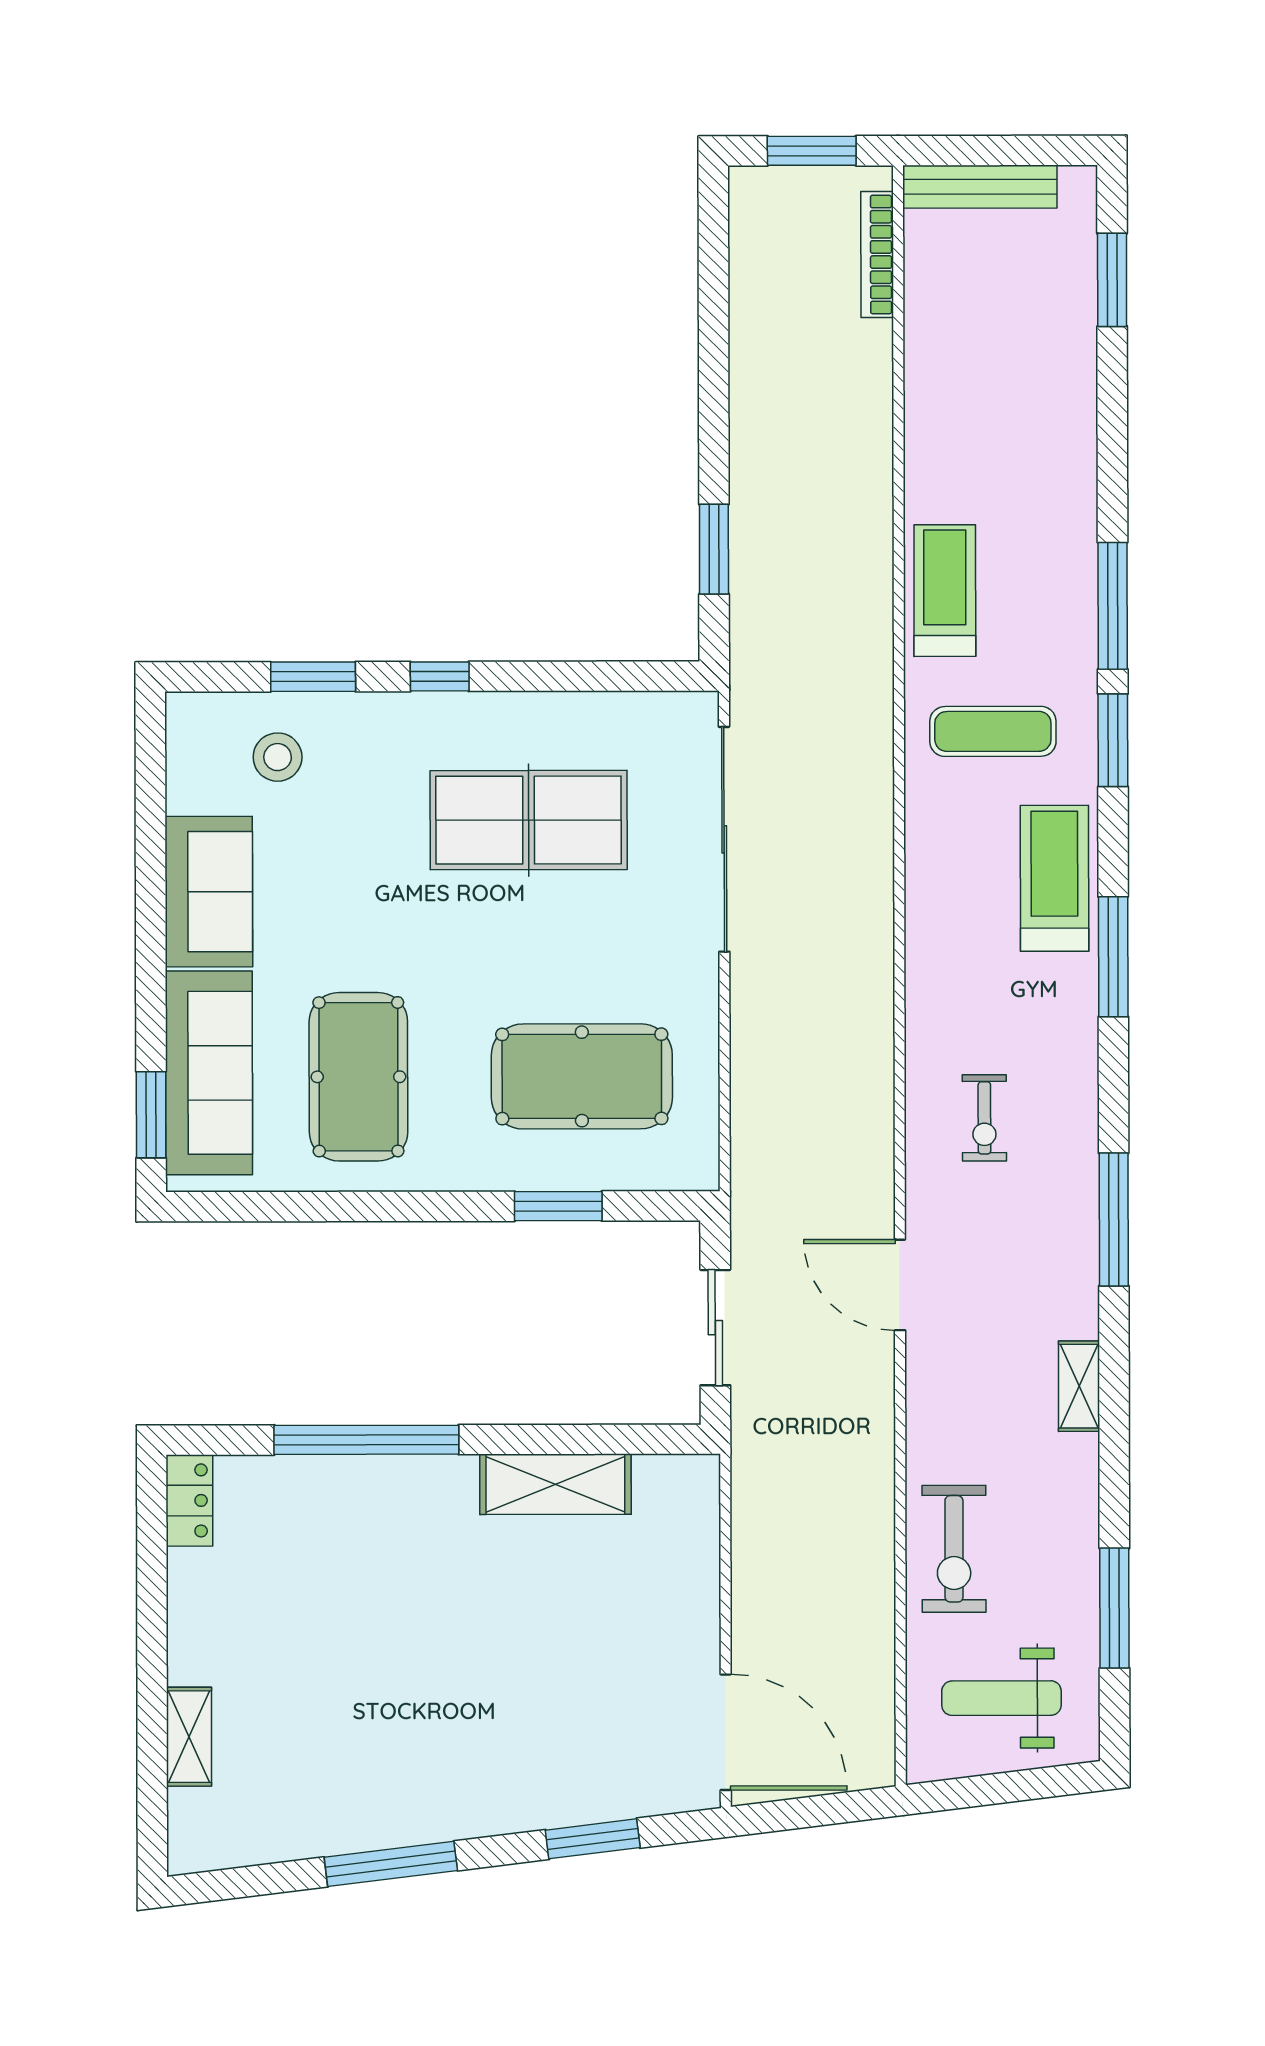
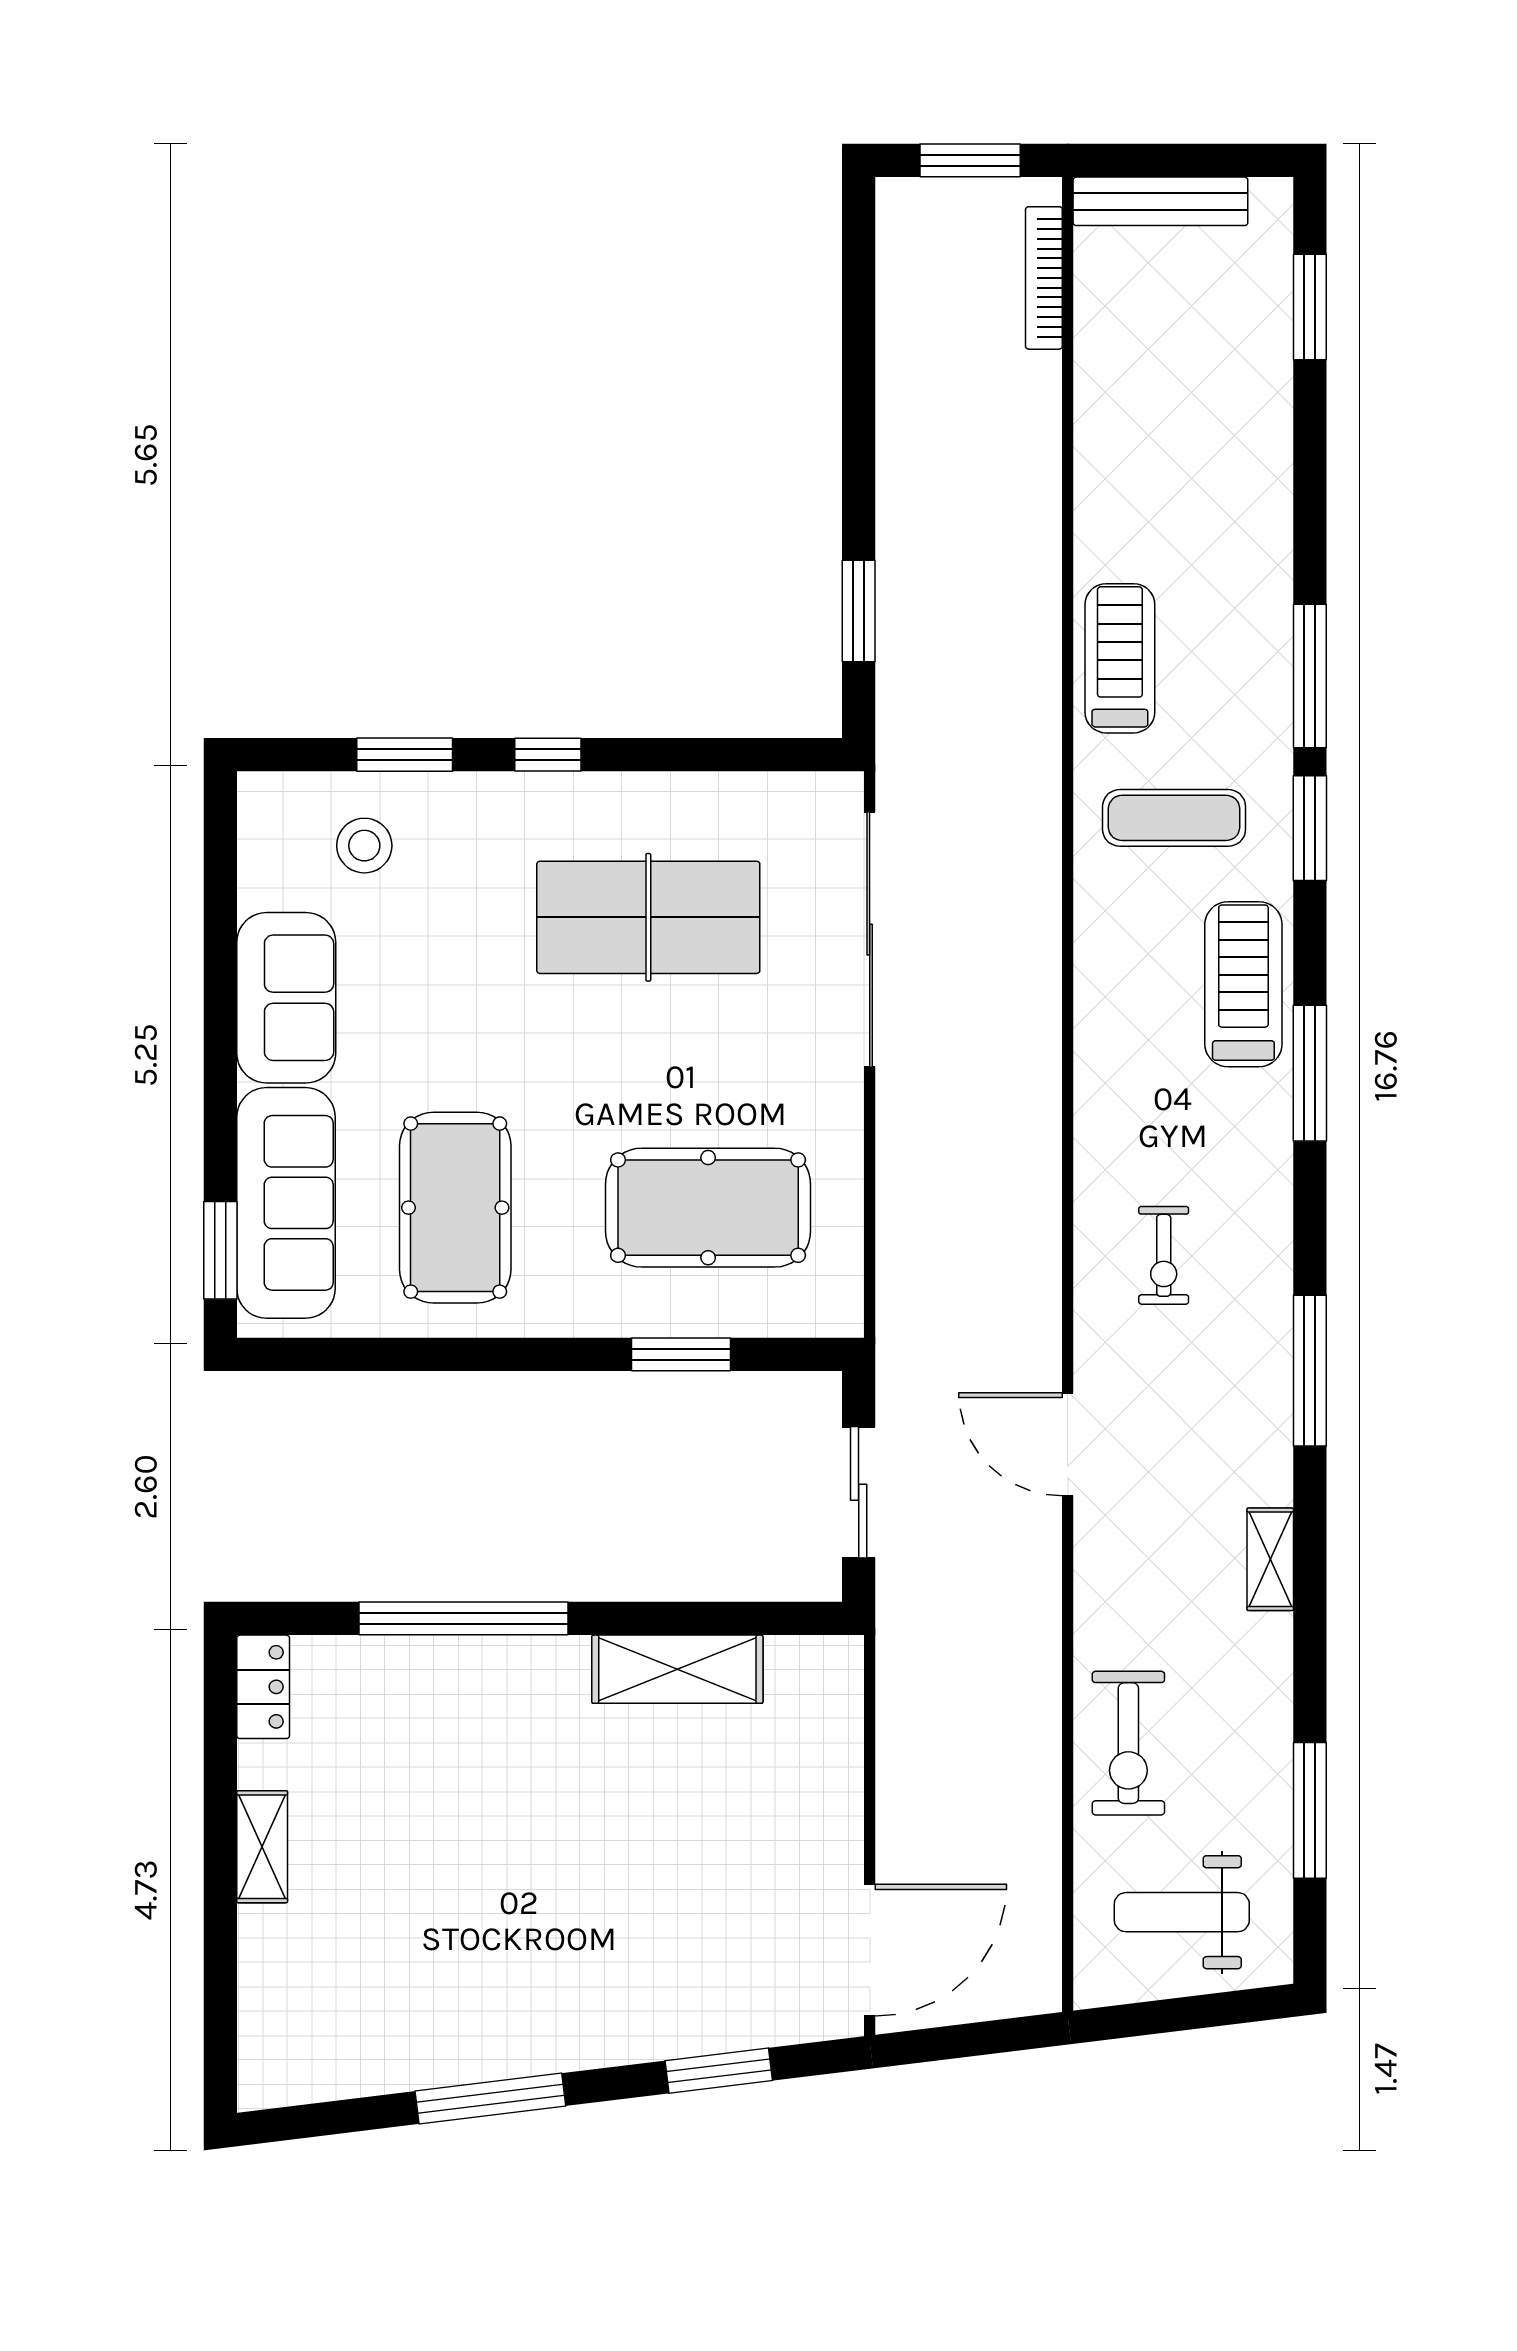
door: (726, 1732) -> (870, 1950), hinge flipped
shelving: (189, 1737) -> (262, 1847), moved

